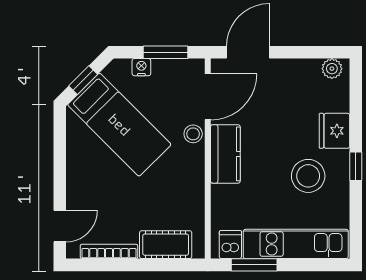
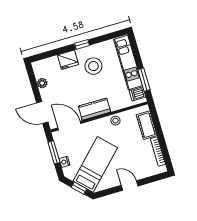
plant: (332, 69) -> (42, 83), moved
stool: (193, 134) -> (115, 121), moved
door: (60, 226) -> (130, 186), moved

